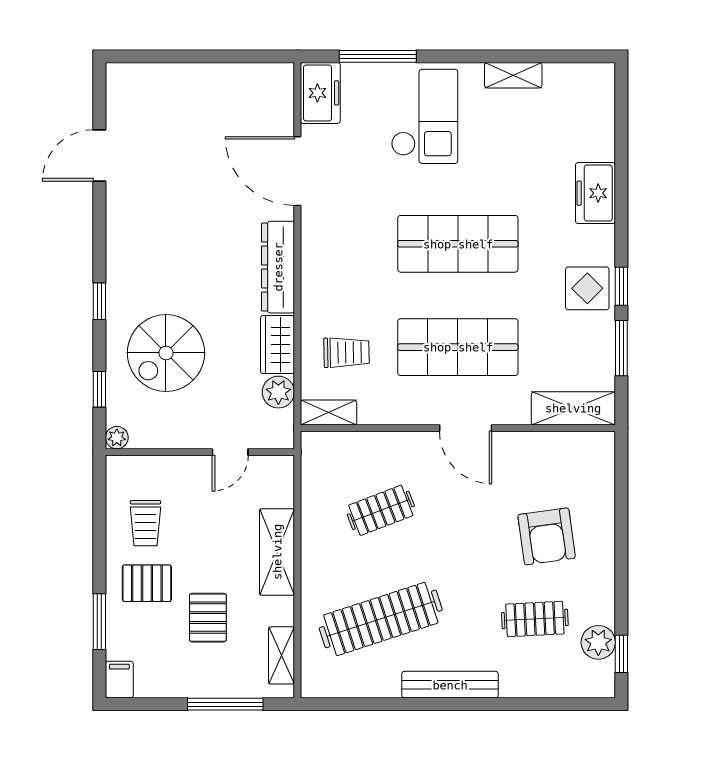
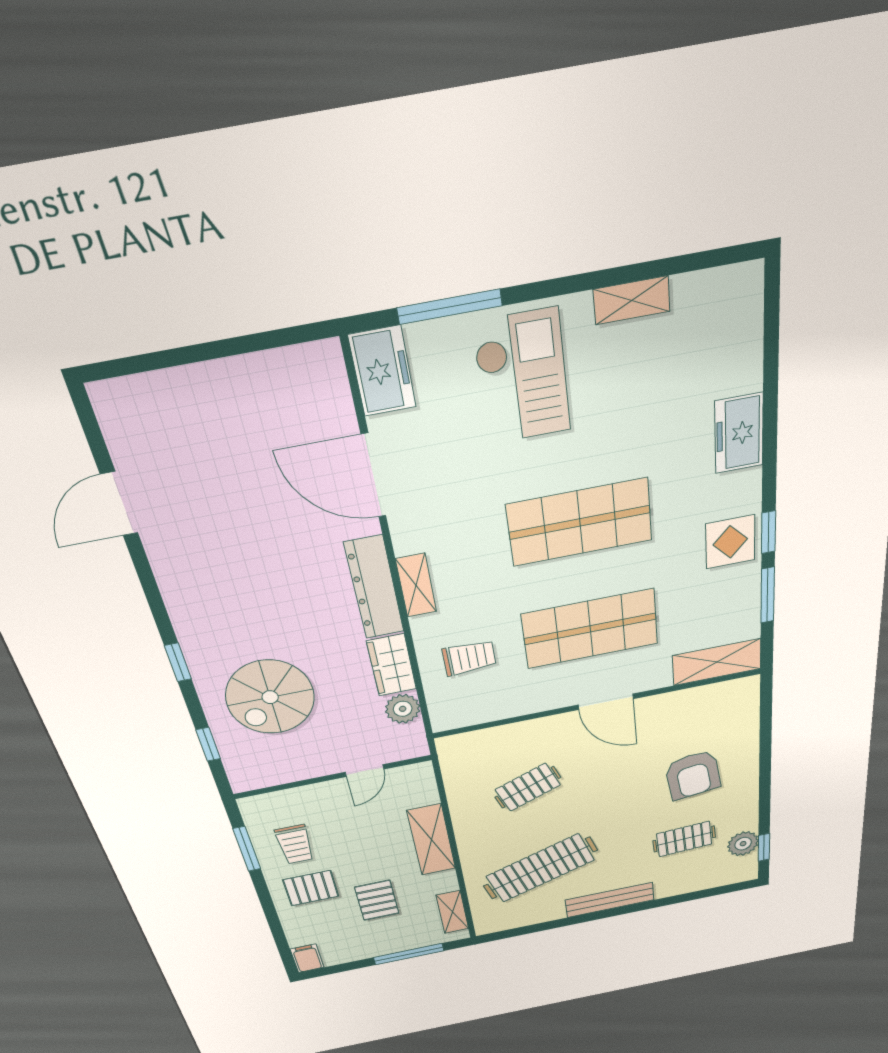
shelving: (328, 413) -> (416, 585), moved, turned 90
plant: (117, 438) -> (242, 782), removed
window: (99, 622) -> (247, 849), moved

